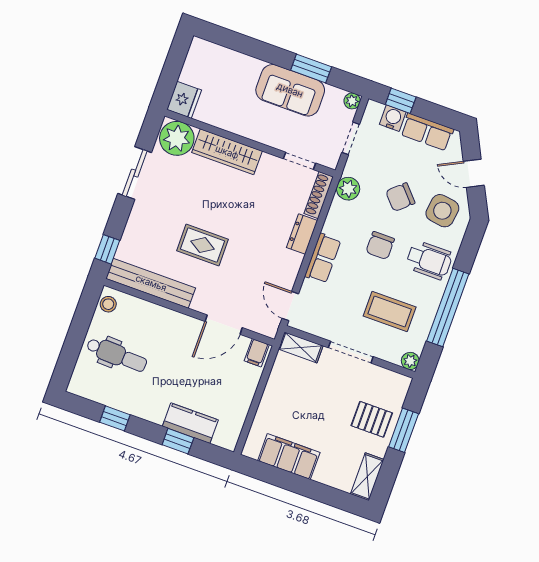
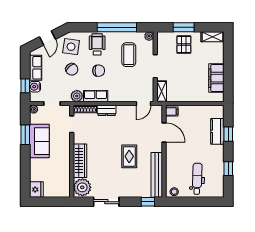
fridge: (184, 100) -> (36, 189), moved, turned 90
row of seats: (323, 258) -> (96, 96), moved

